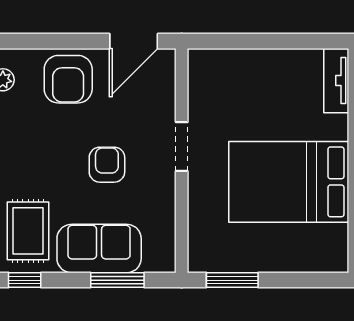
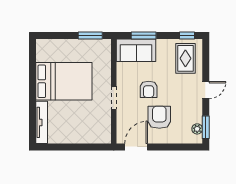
armchair: (68, 79) -> (159, 117), moved
tv unit: (336, 81) -> (42, 122), width x1.41
sofa: (99, 249) -> (136, 50), moved

